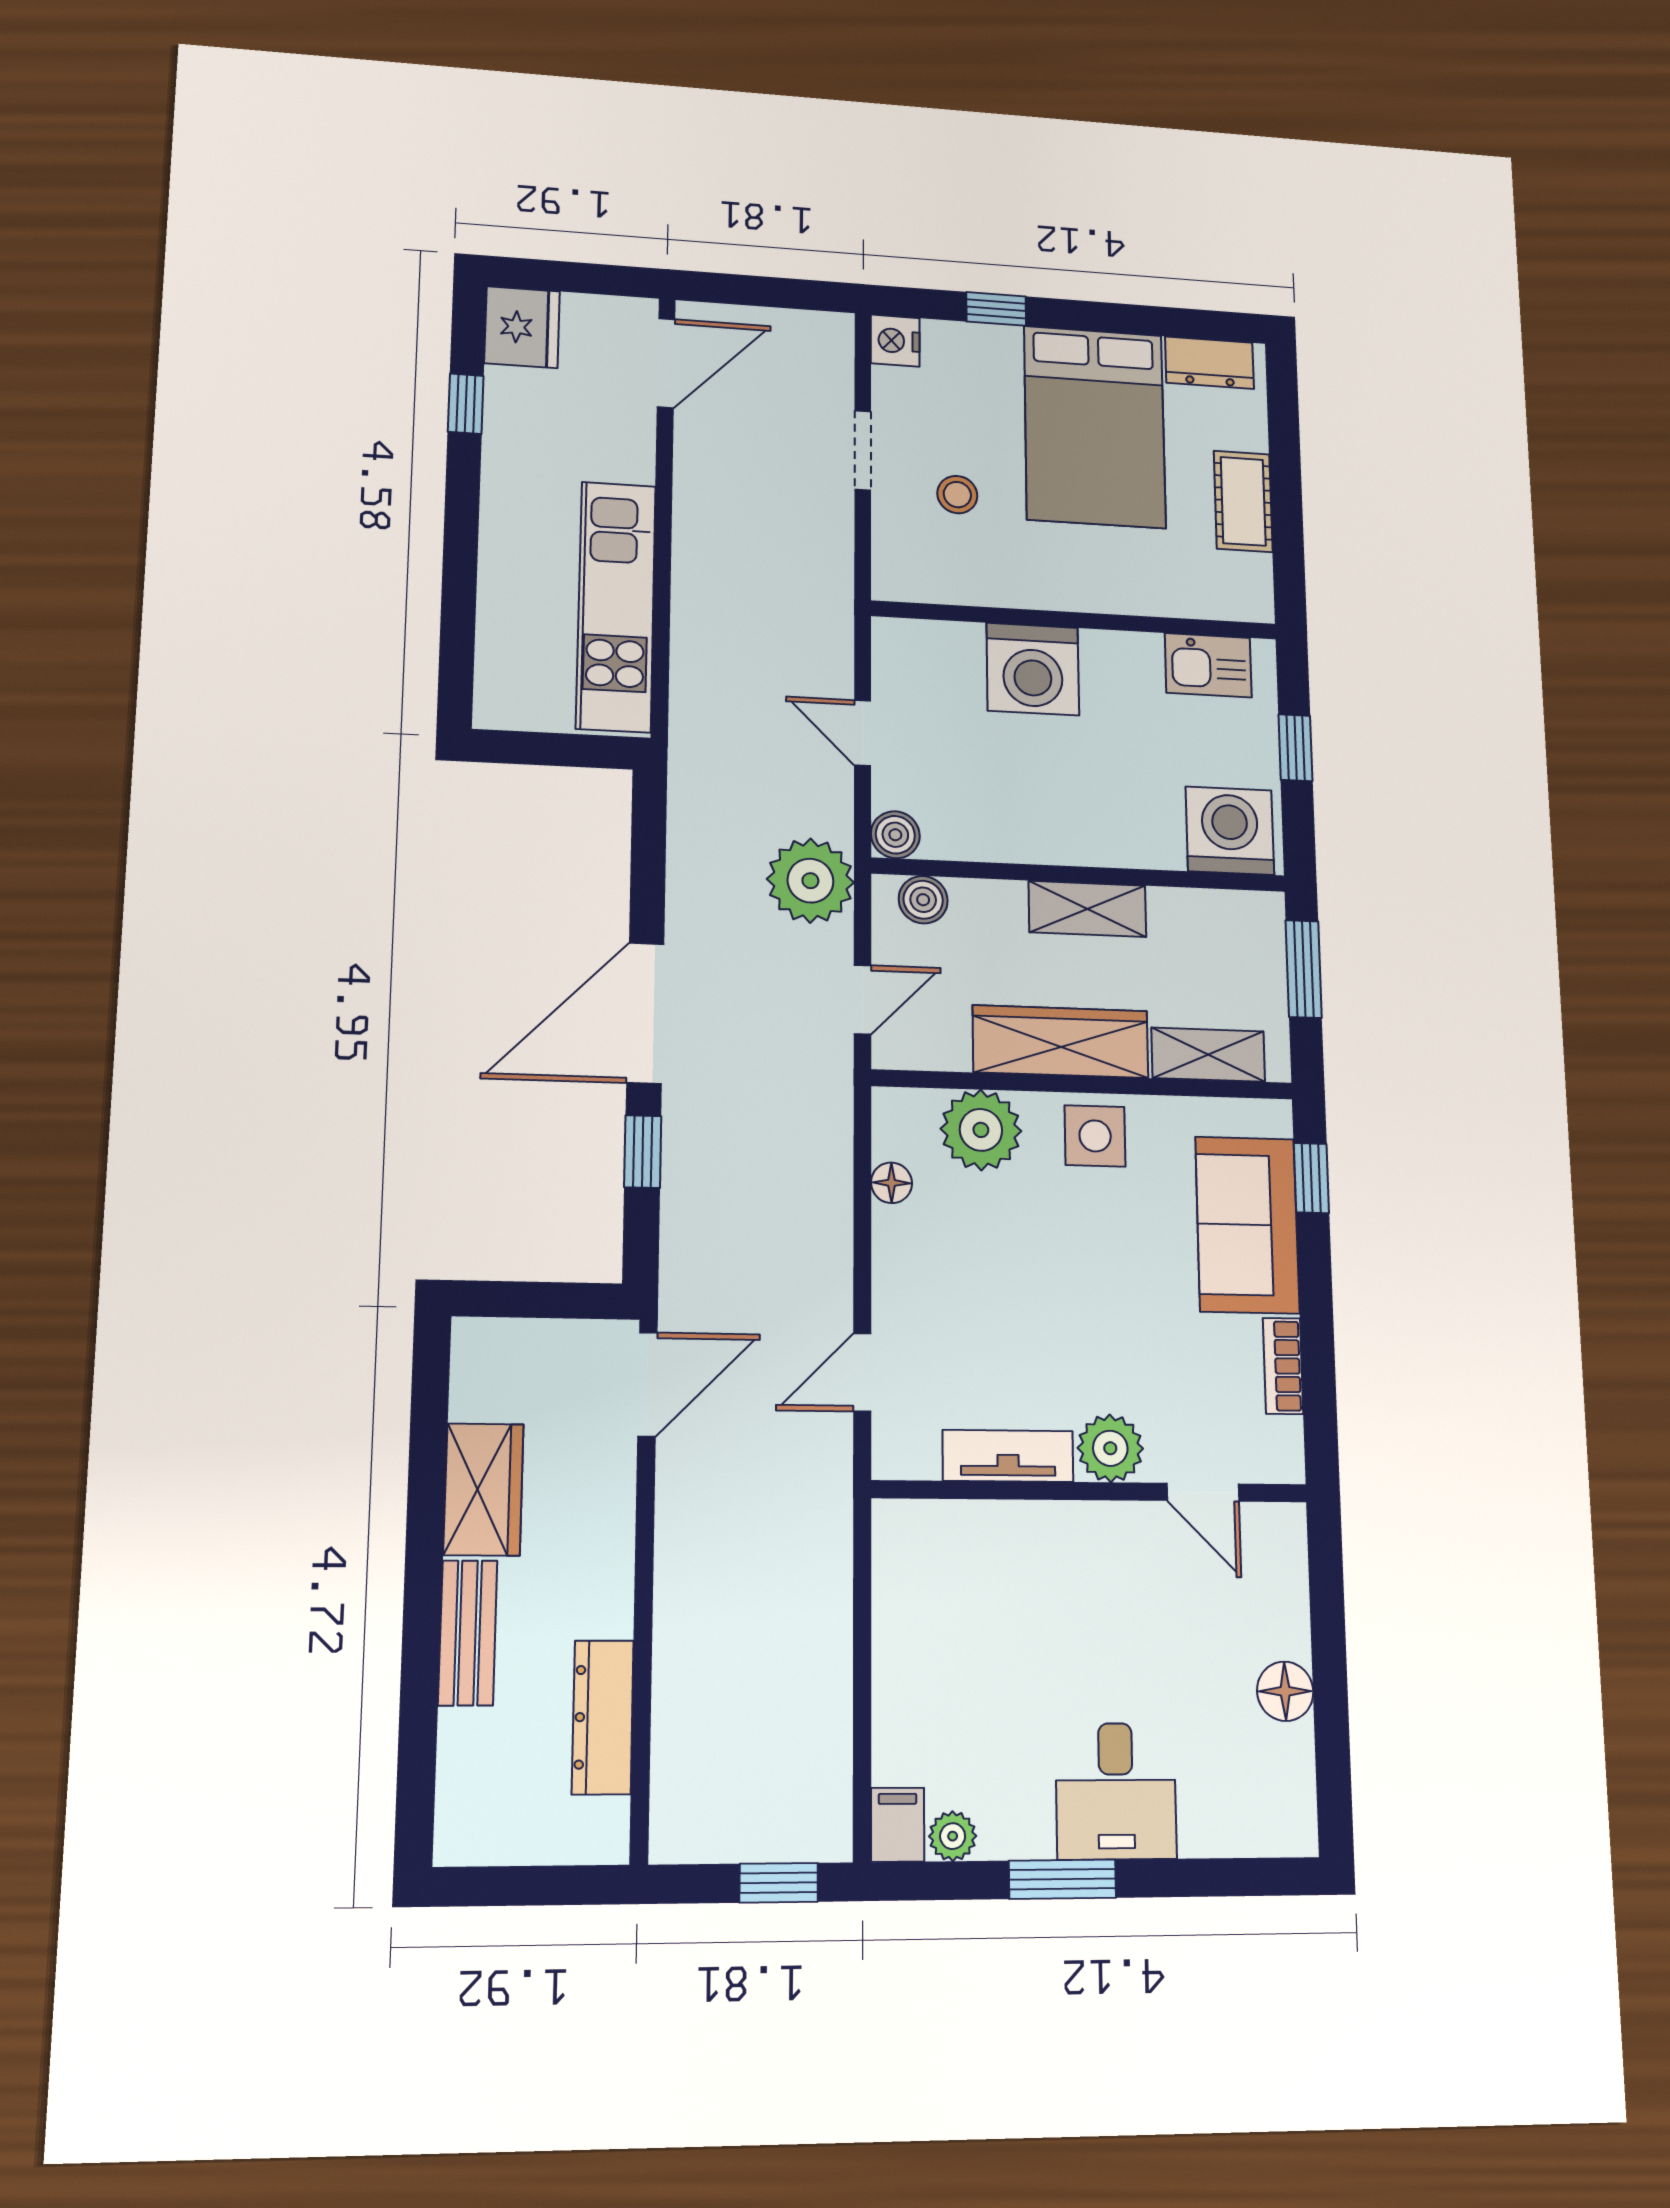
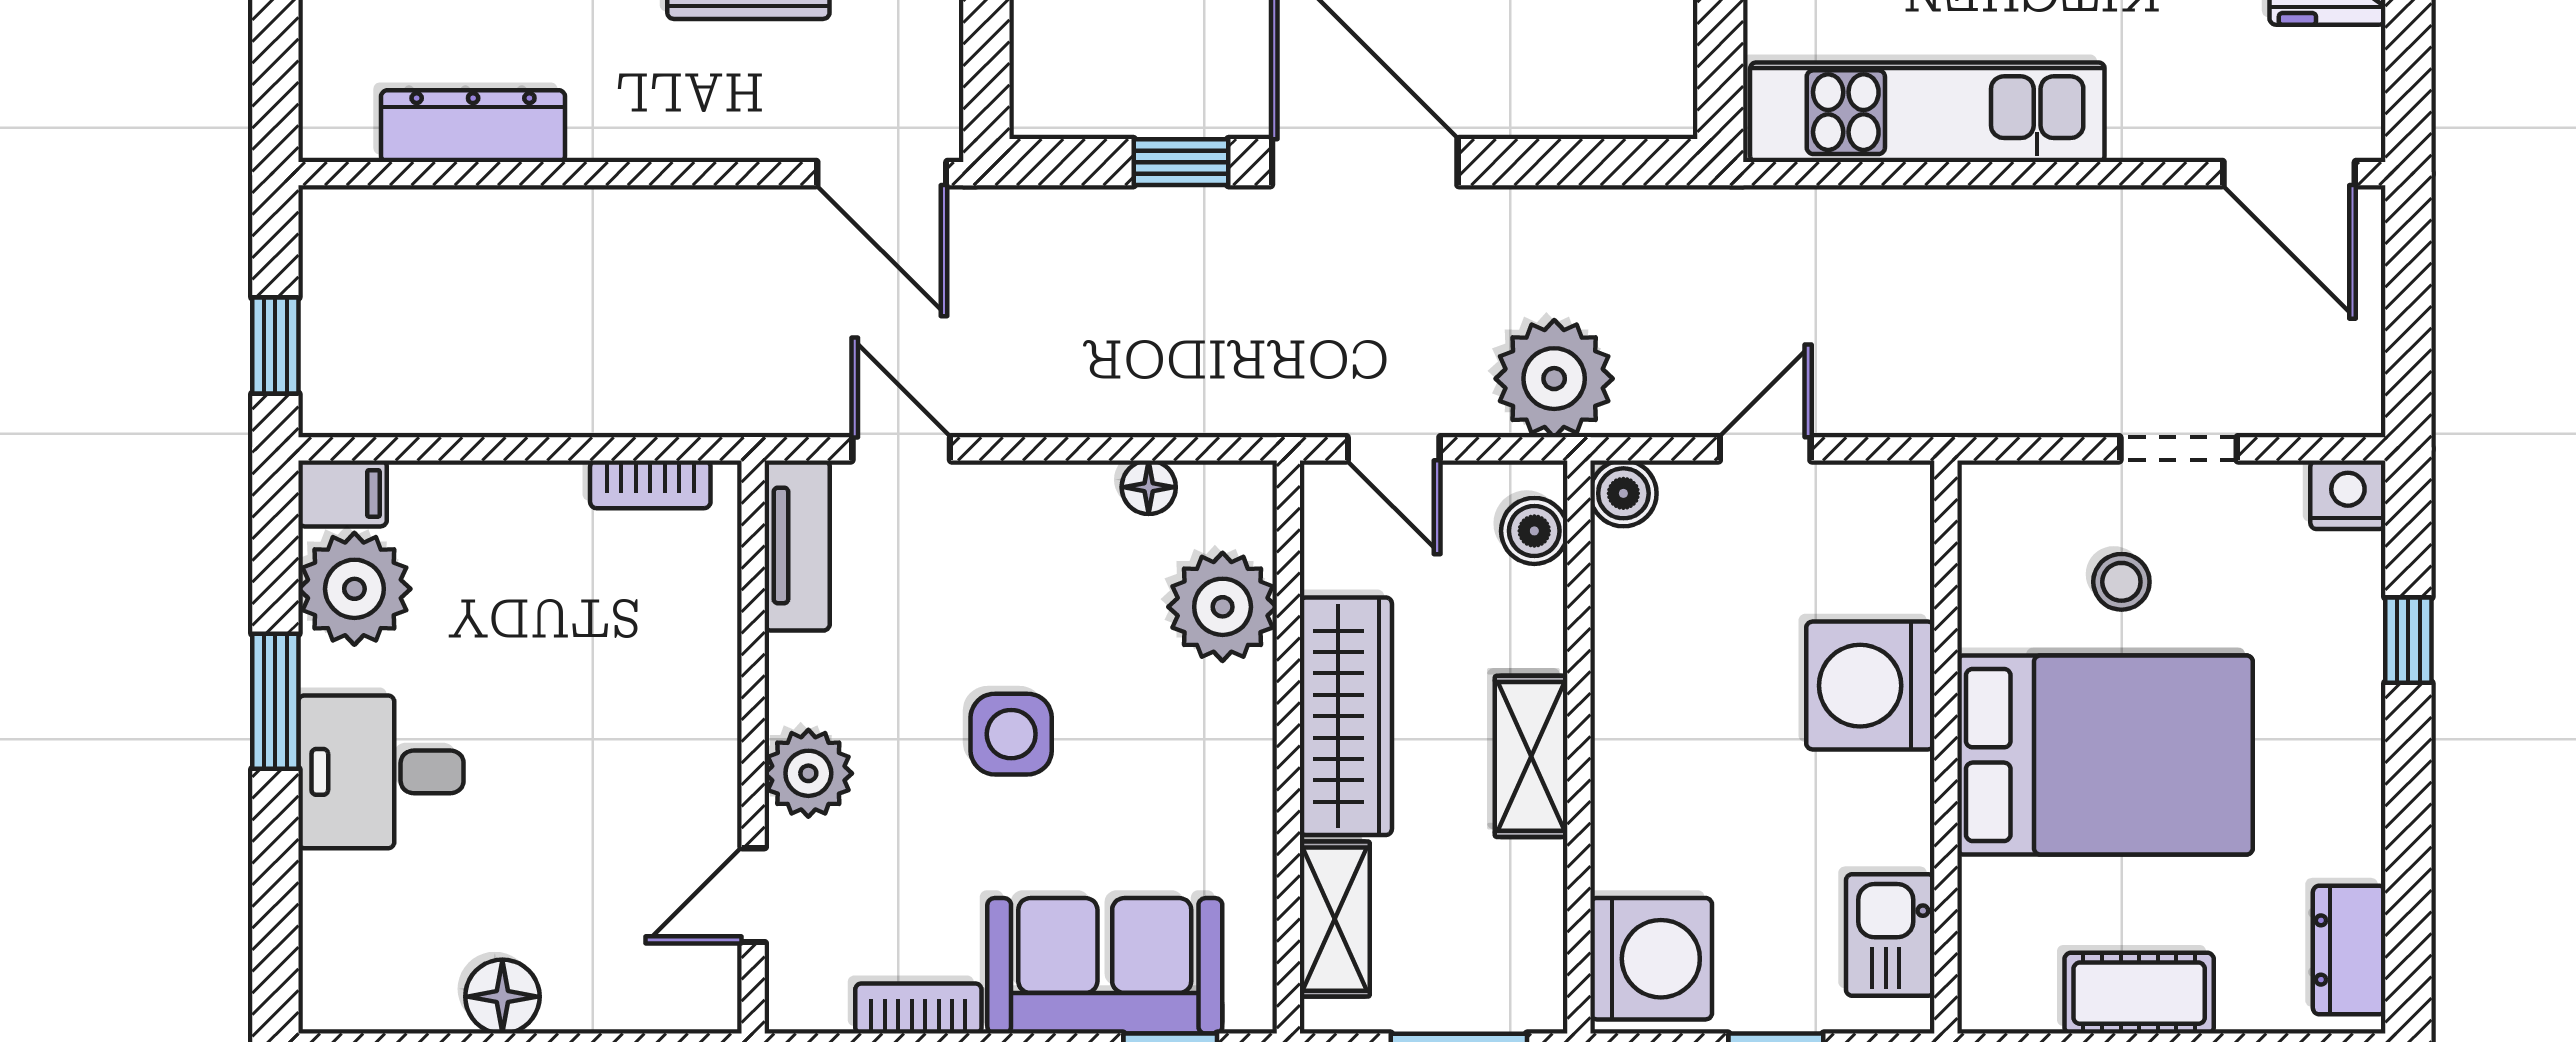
bed: (1095, 427) -> (2105, 755), moved, turned 180
side table: (1095, 1136) -> (1011, 734), moved
tv unit: (1008, 1456) -> (797, 545), moved
bookcase: (890, 1572) -> (650, 484), added
plant: (953, 1836) -> (354, 589), width x1.88, depth x1.88

